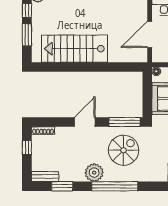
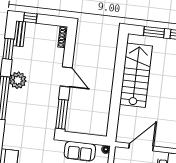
door: (150, 34) -> (141, 147), hinge flipped
window: (27, 148) -> (30, 18), moved
spiral stairs: (123, 150) -> (36, 110), removed

